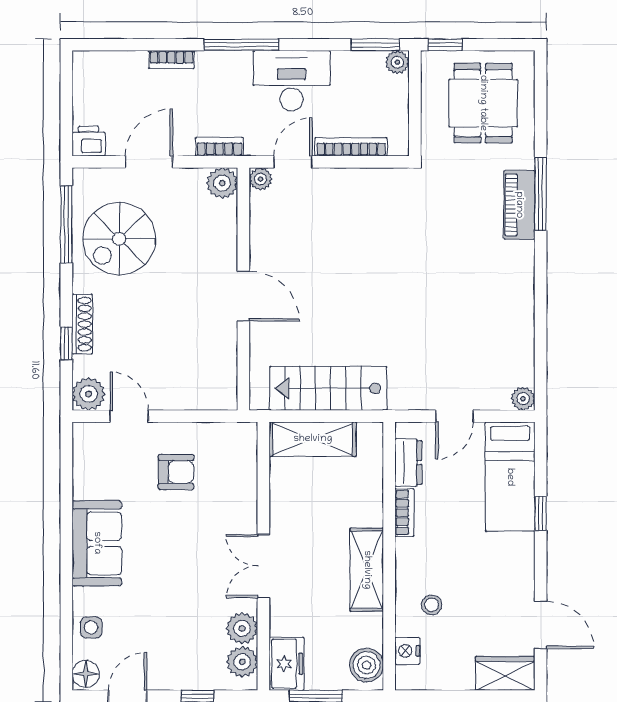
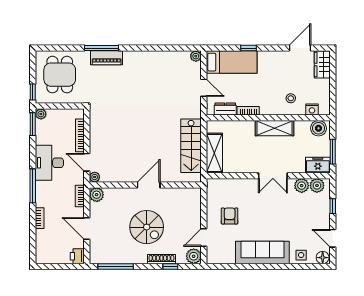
dining table: (483, 103) -> (60, 75), turned 90
spiral stairs: (119, 239) -> (147, 227), moved
sofa: (97, 543) -> (262, 252), width x1.36

